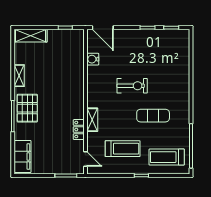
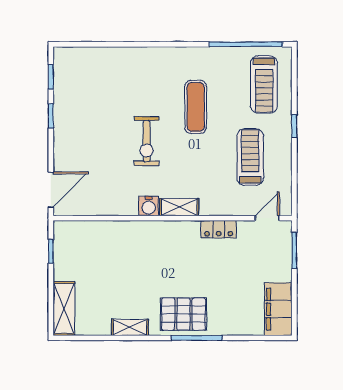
water cooler: (93, 59) -> (149, 206), moved
exercise bike: (132, 86) -> (147, 141), turned 180
shelving: (92, 120) -> (179, 207), moved
filing cabinet: (23, 157) -> (278, 309), moved, turned -90

